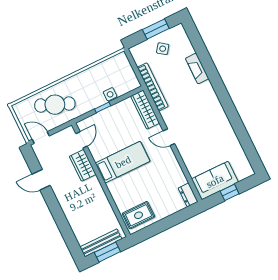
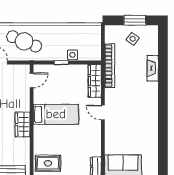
wardrobe: (83, 165) -> (23, 125), moved

